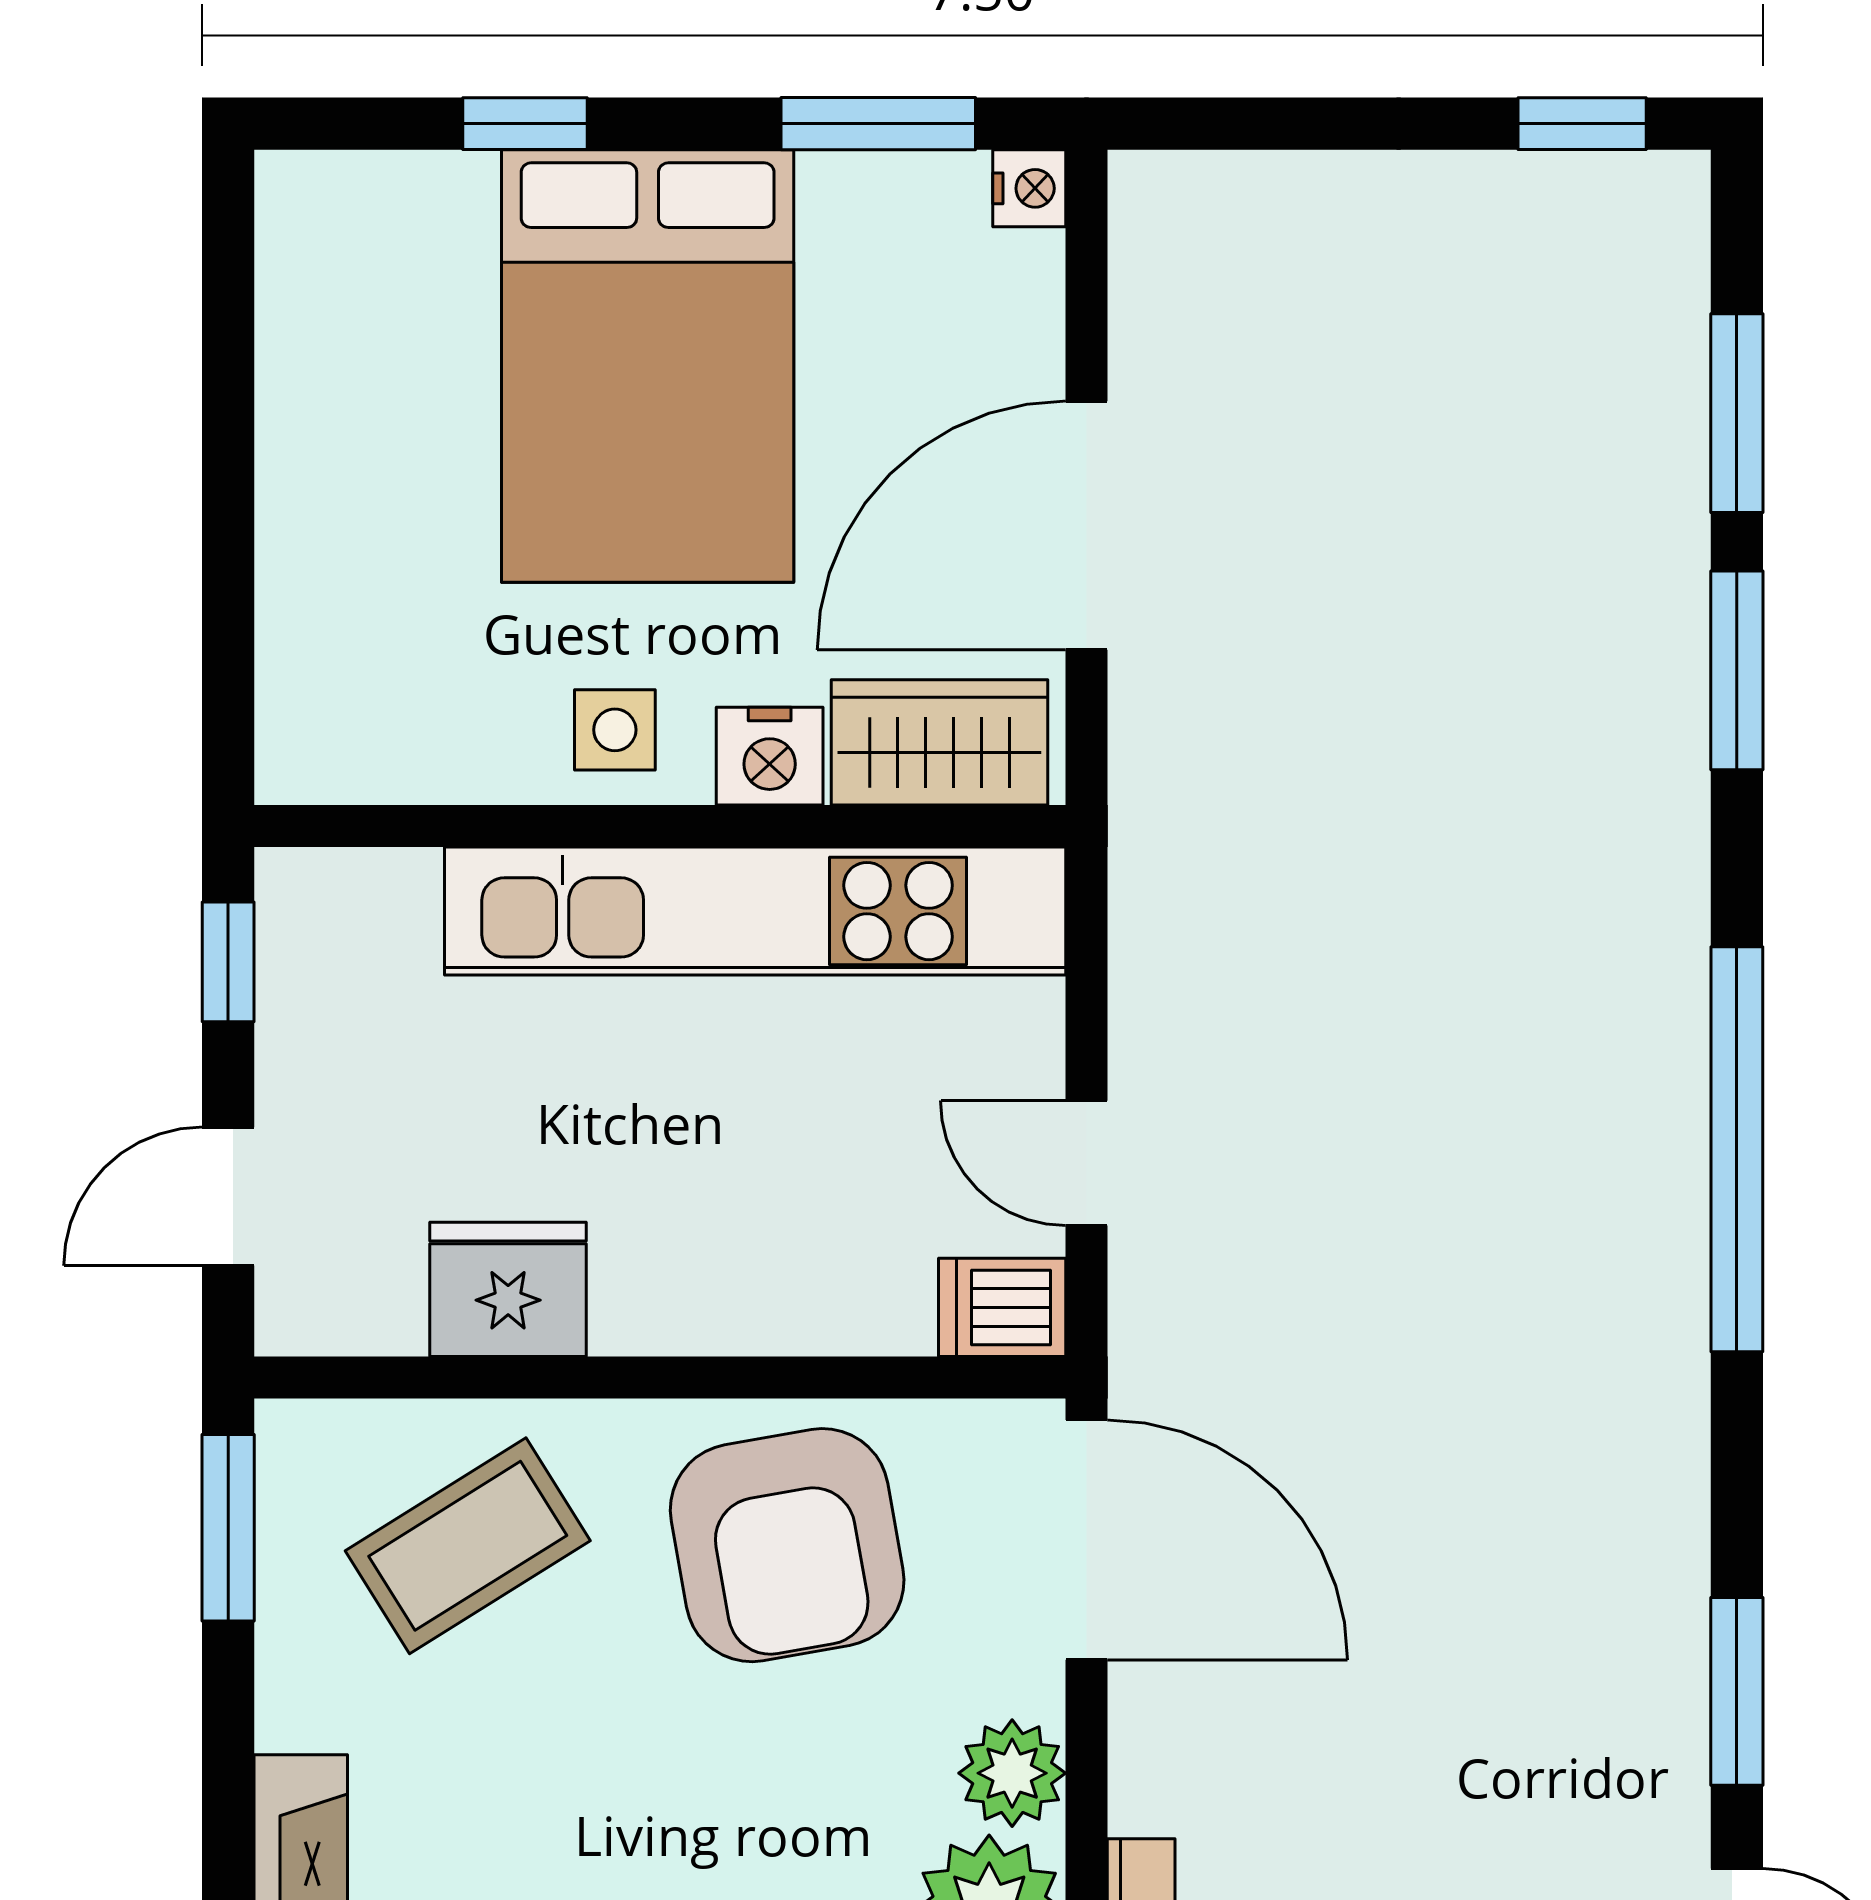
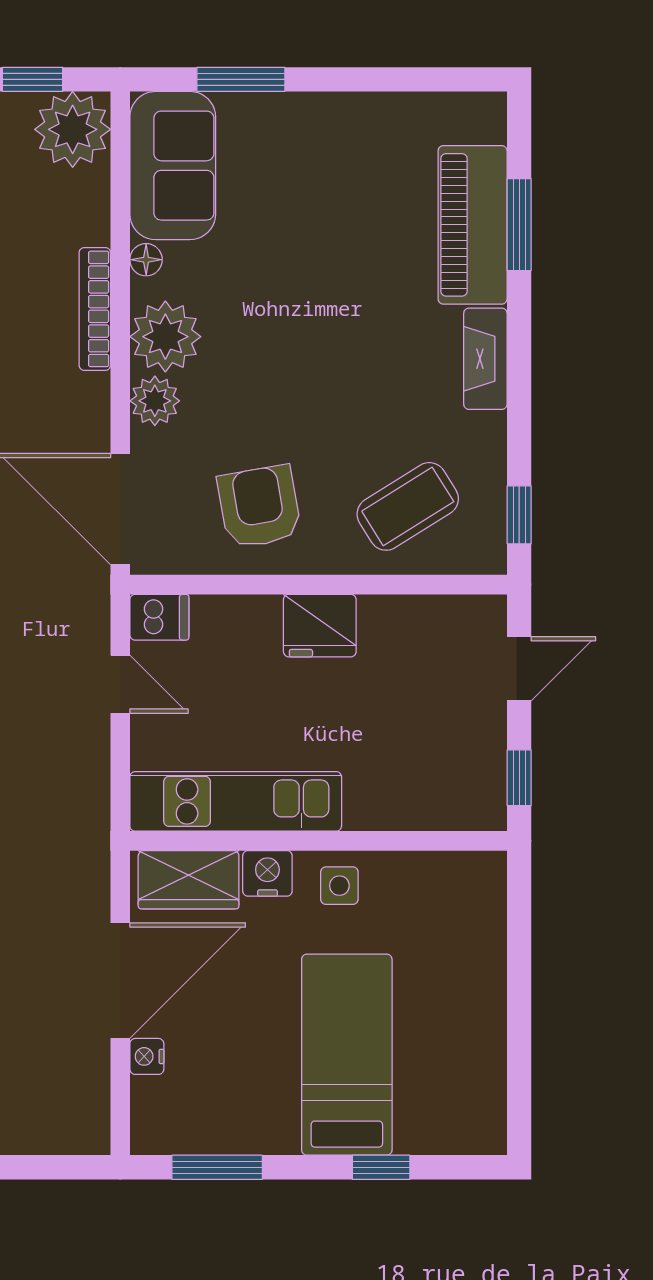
nightstand: (1029, 188) -> (147, 1056), moved
bed: (648, 366) -> (347, 1055), width x0.67
kitchen unit: (755, 911) -> (236, 801), width x0.73
fridge: (508, 1289) -> (320, 626), moved
window: (228, 1528) -> (519, 515), width x0.67
armchair: (787, 1545) -> (259, 507), width x0.73, depth x0.73

